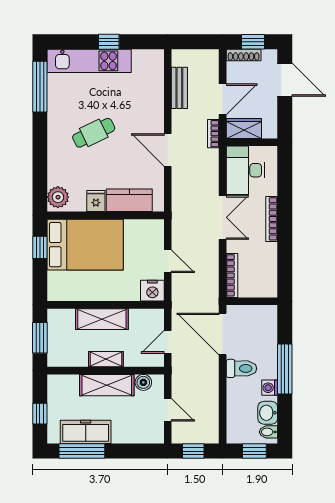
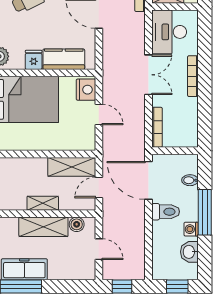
nightstand: (152, 291) -> (86, 90), moved, turned -90
shelving: (102, 319) -> (72, 167), moved
bidet: (268, 432) -> (190, 180), moved

